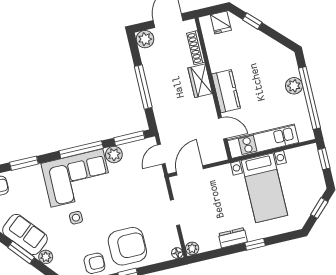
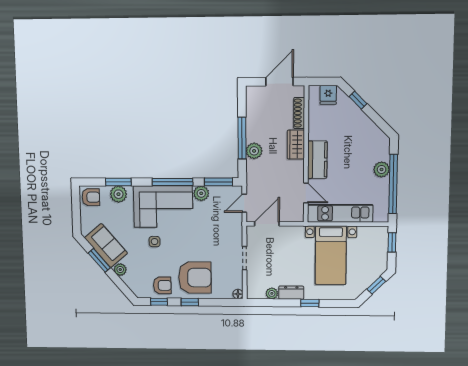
plant: (145, 39) -> (254, 151), moved
plant: (27, 176) -> (118, 194), added
plant: (192, 248) -> (272, 293), moved

